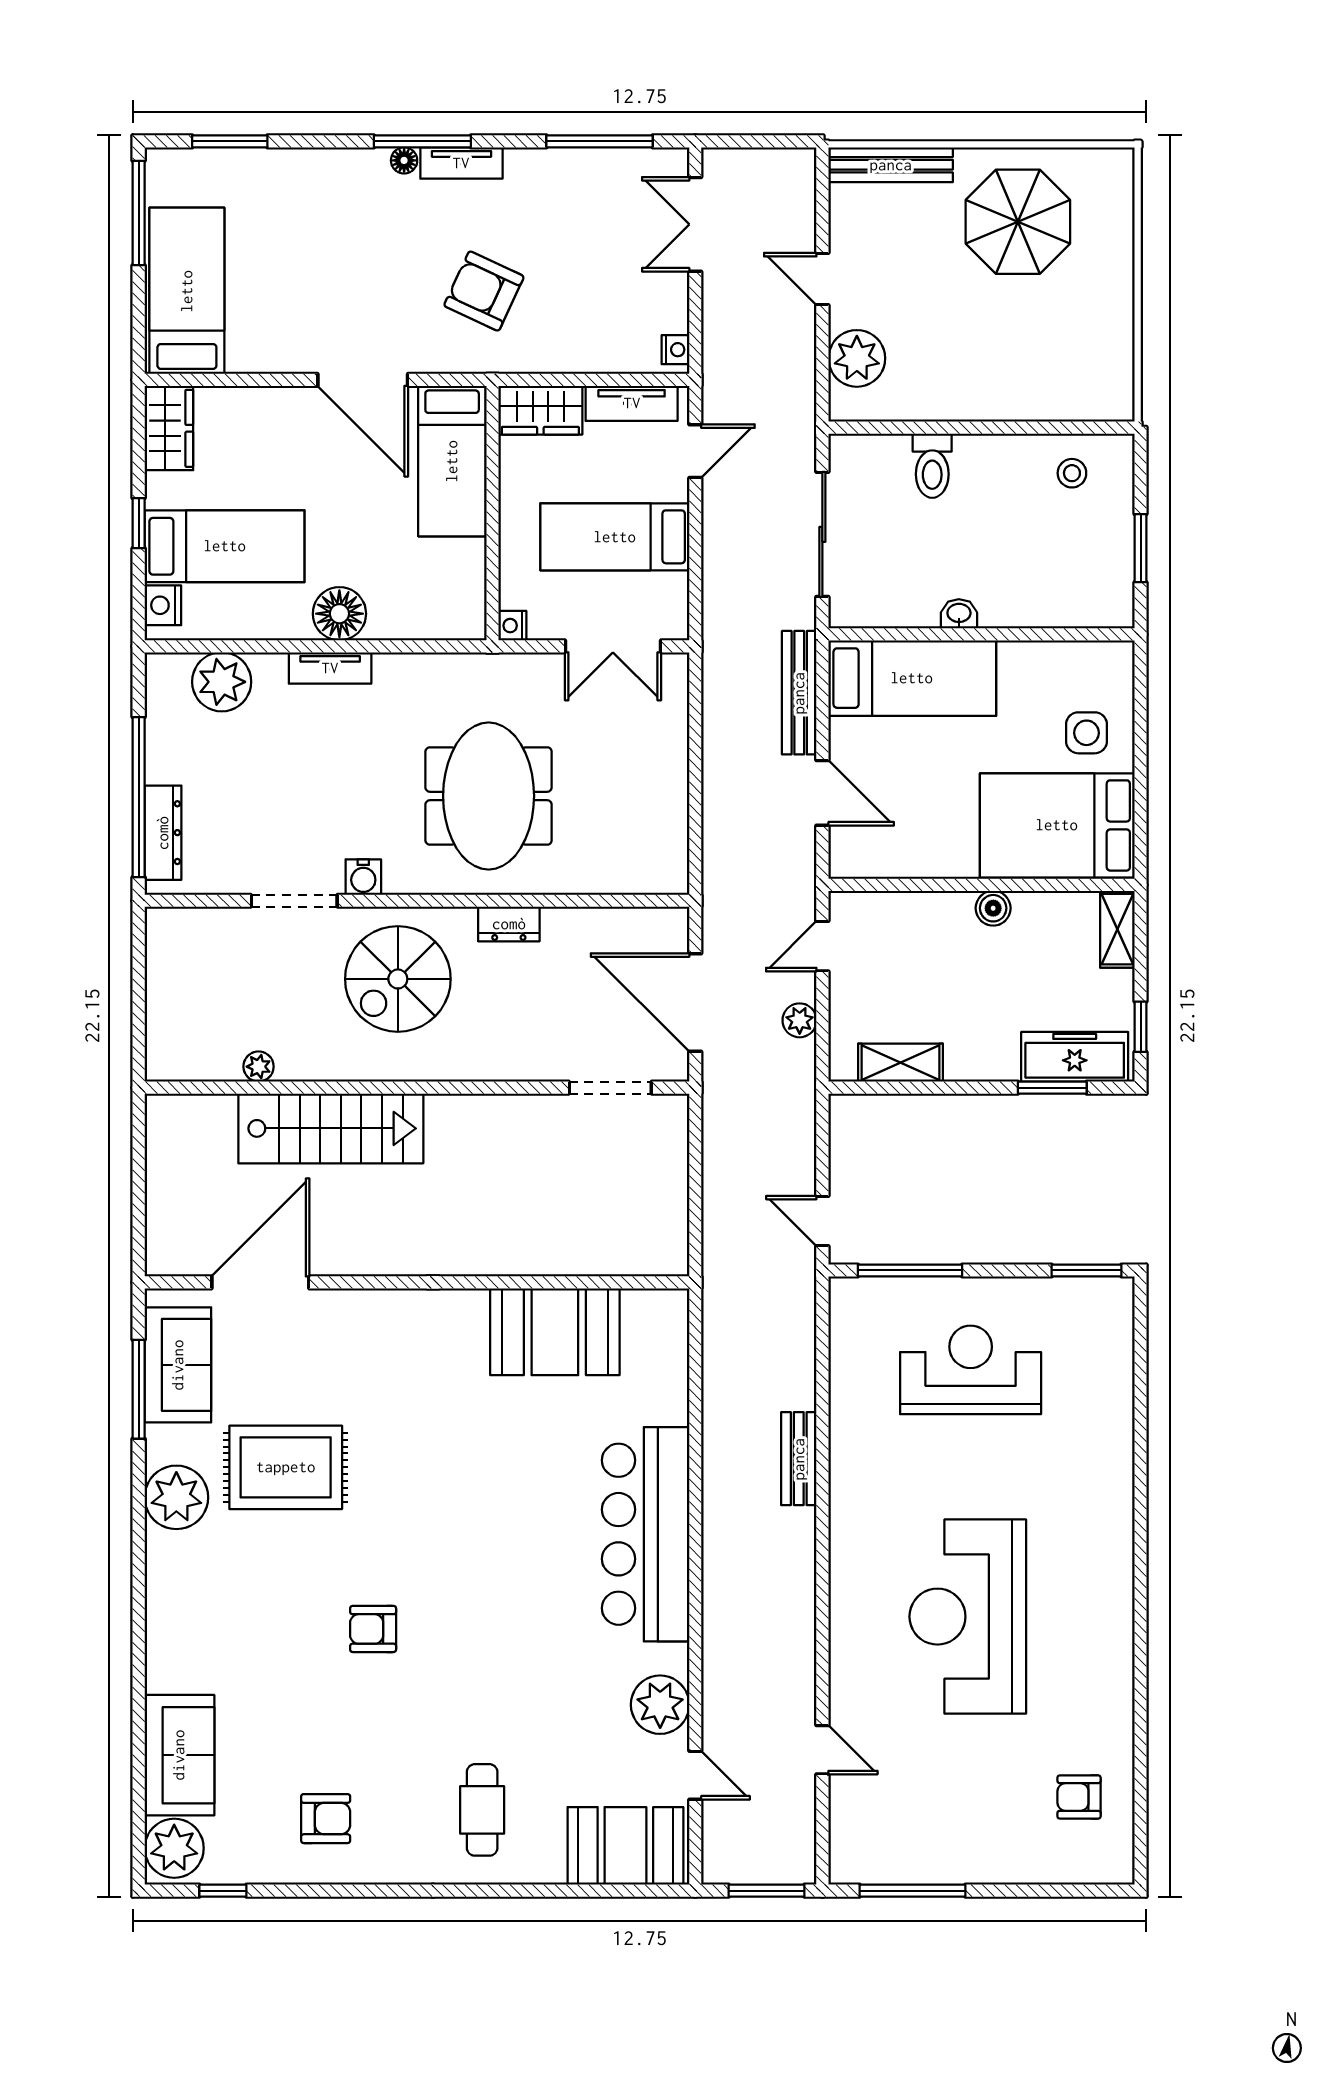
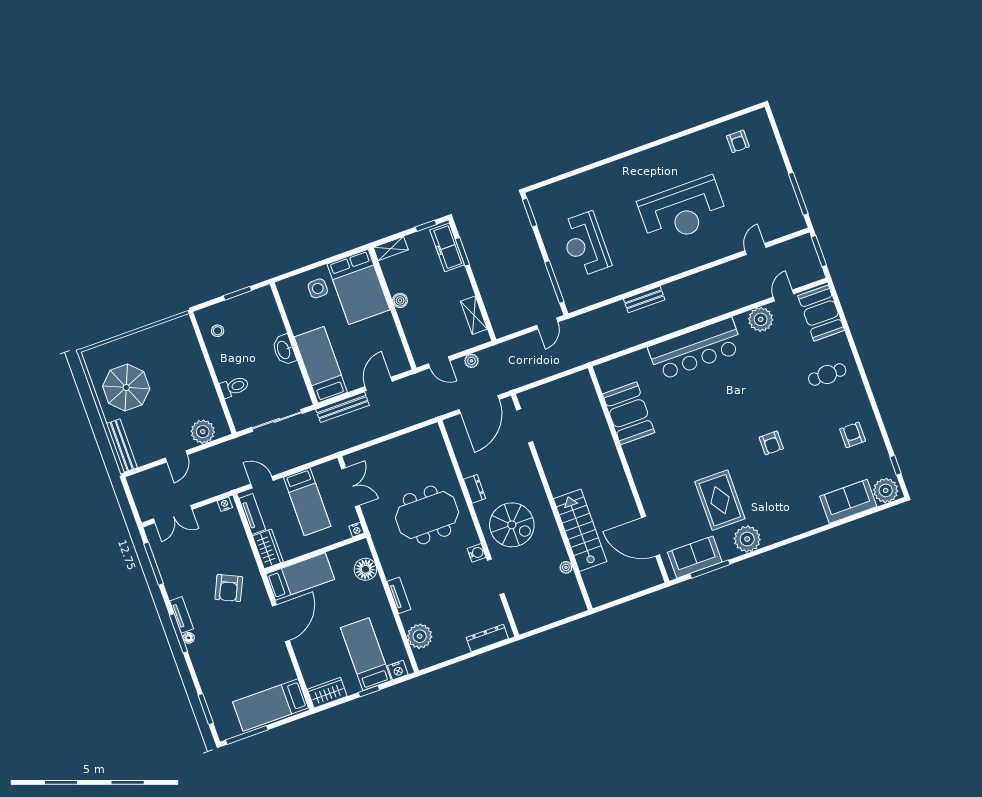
floor lamp: (339, 614) -> (365, 569), moved
washbasin: (959, 614) -> (284, 350), width x1.91, depth x1.45
window: (139, 797) -> (477, 653), removed

